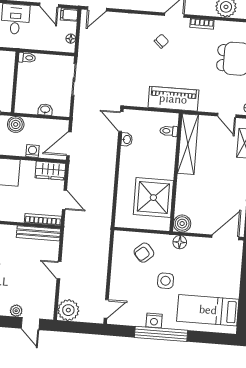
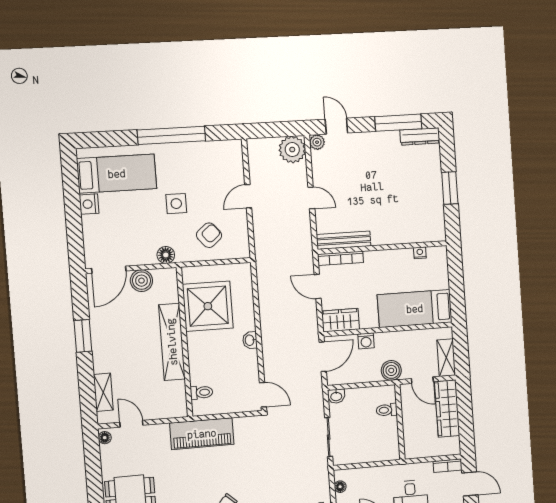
toilet: (27, 58) -> (387, 410), moved
washbasin: (45, 110) -> (336, 396), moved
washbasin: (127, 139) -> (250, 340), moved
shelving: (188, 144) -> (172, 342), moved
boiler: (182, 224) -> (141, 281), moved
door: (106, 309) -> (248, 196), moved
plant: (16, 311) -> (317, 142), moved
nightstand: (154, 321) -> (89, 204), moved, turned -90

